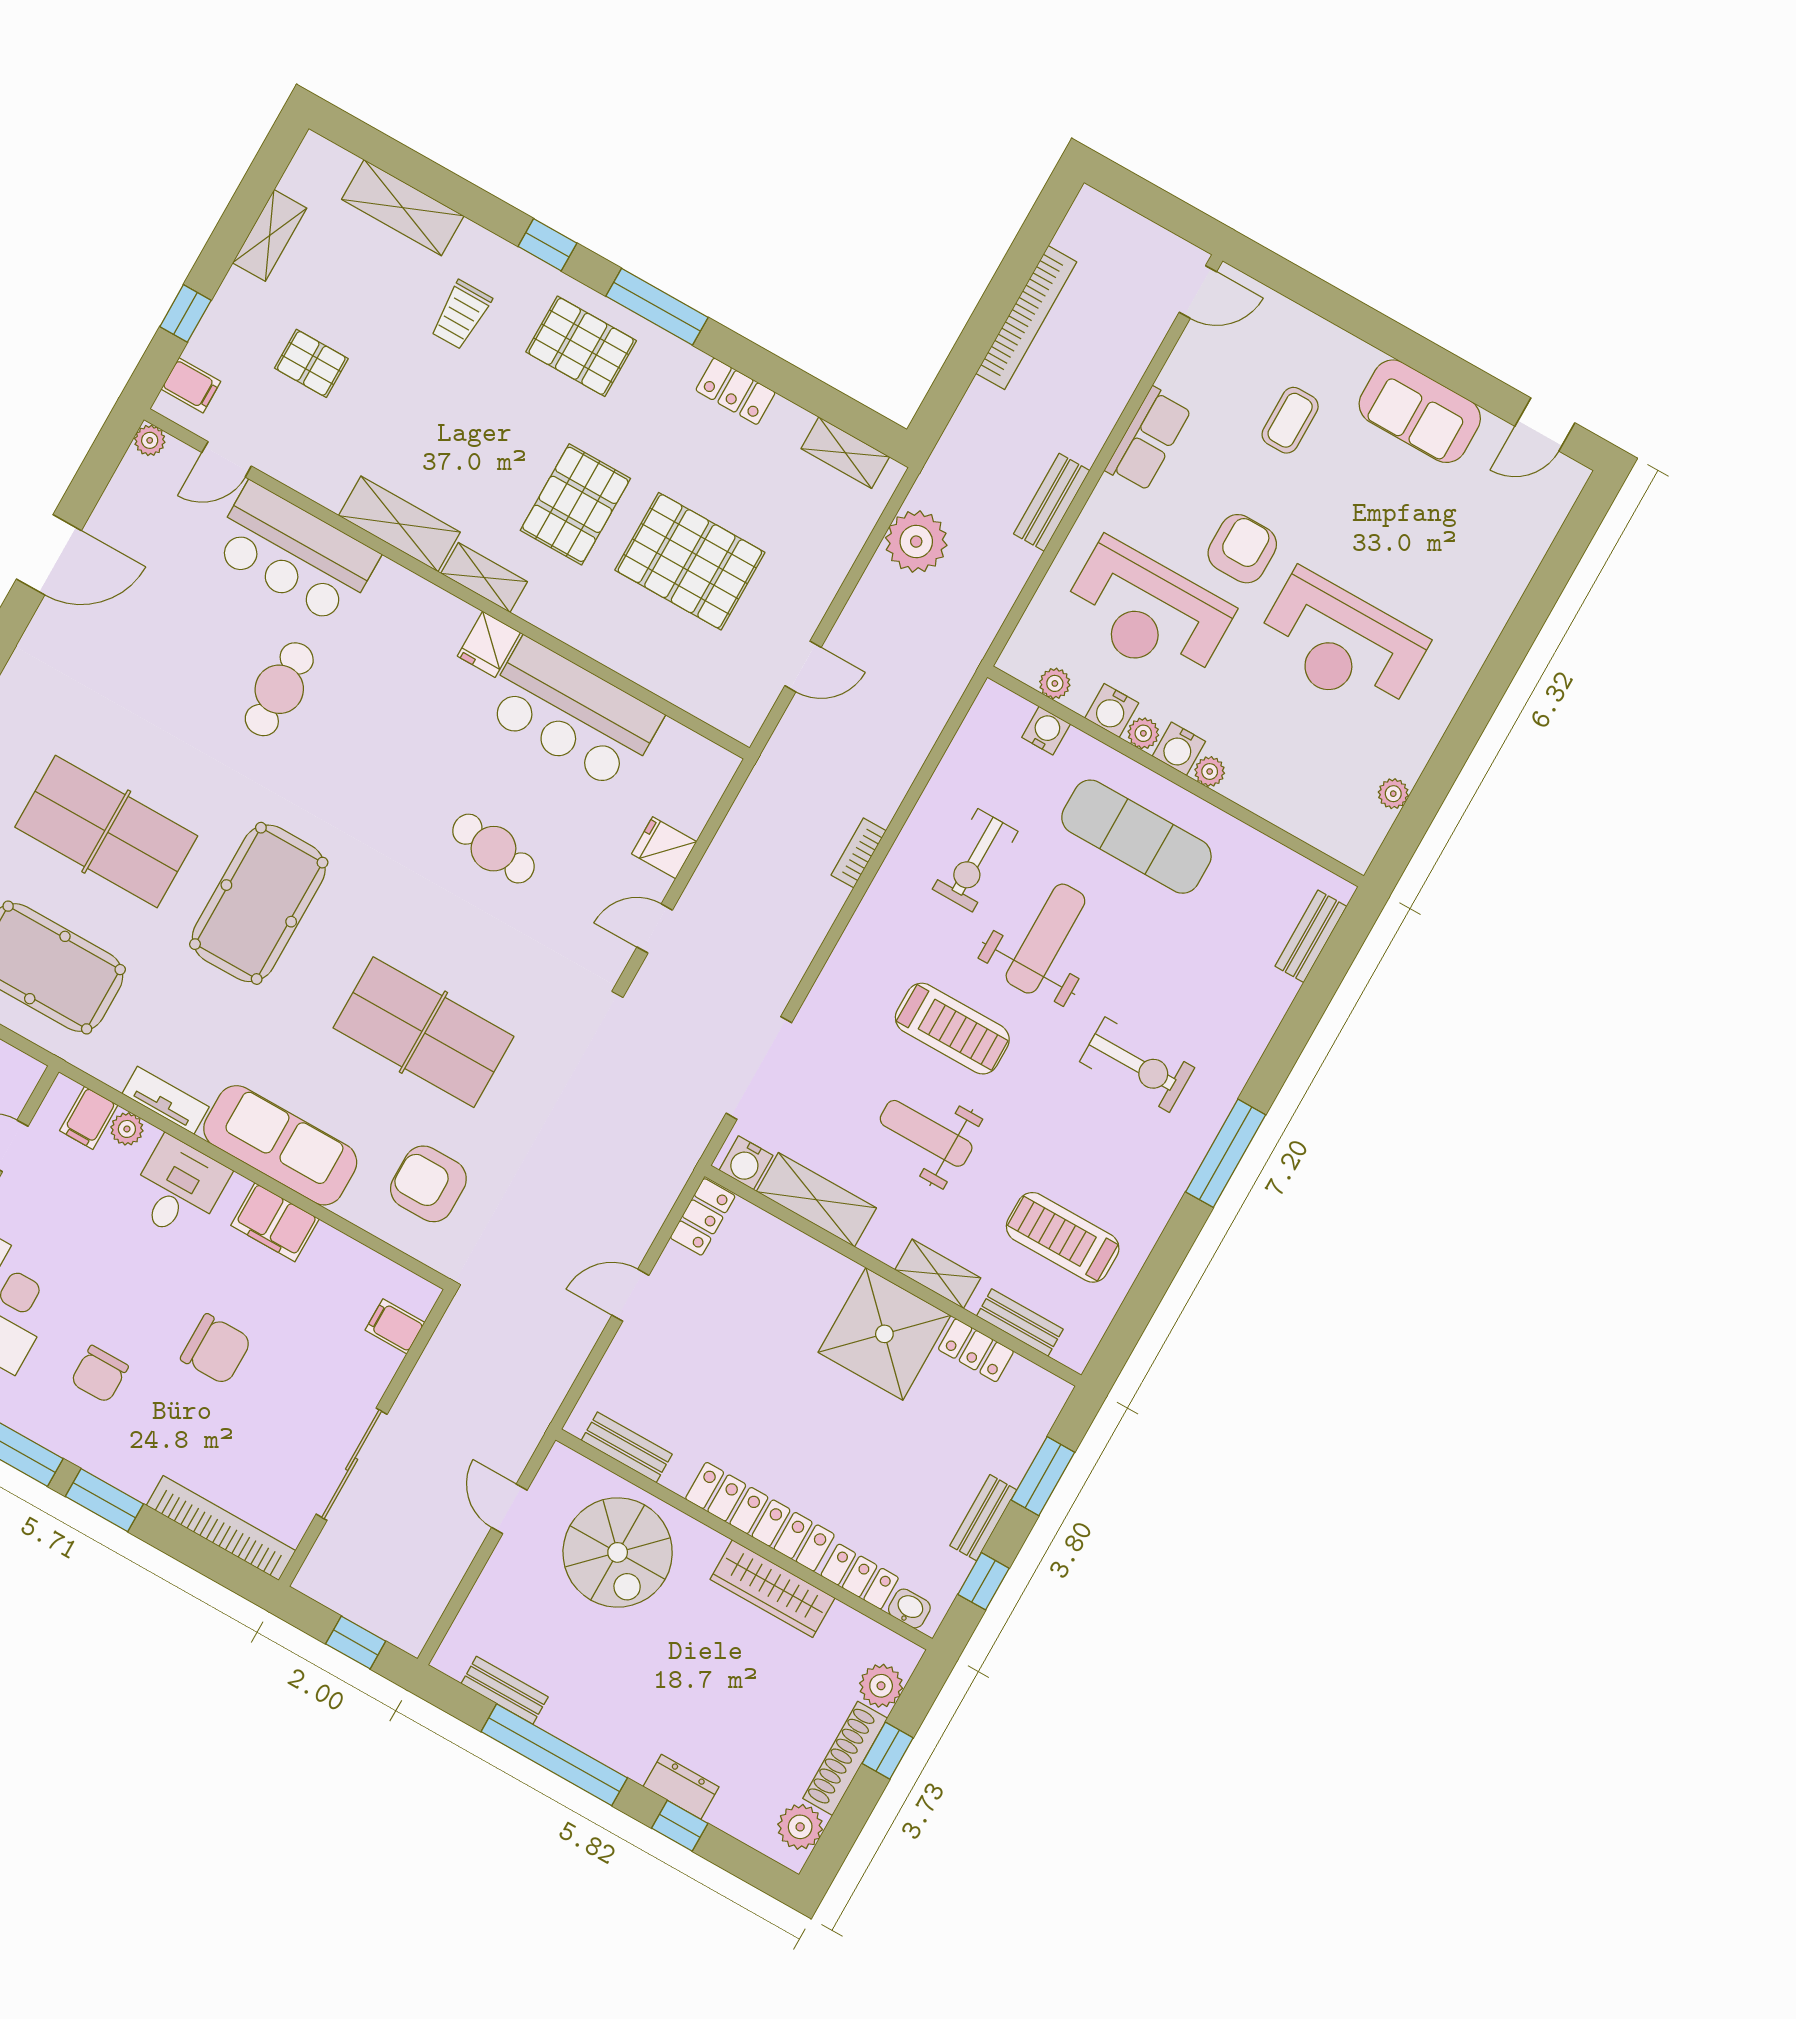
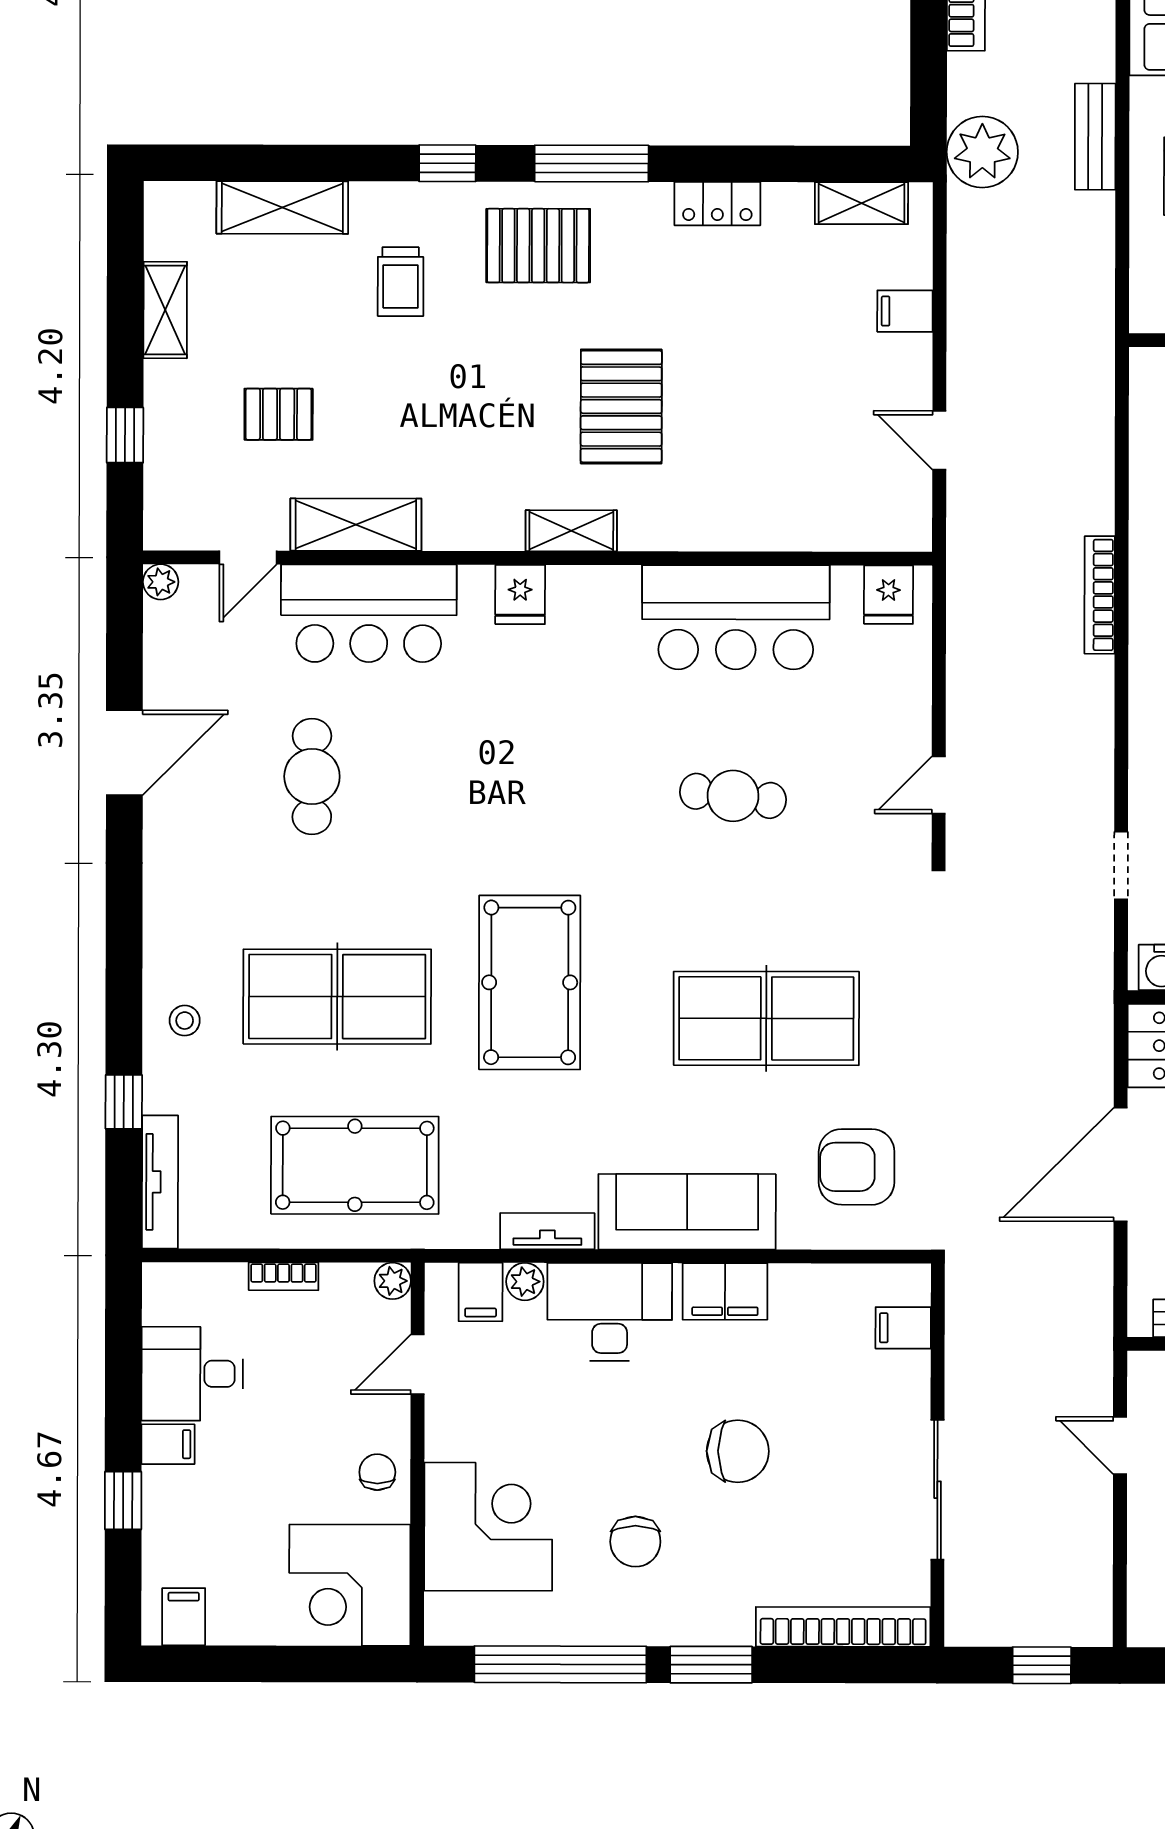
filing cabinet: (191, 385) -> (905, 311), moved, turned 180
shelving: (399, 524) -> (356, 525), moved
plant: (916, 542) -> (982, 152), moved
pallet: (690, 561) -> (767, 399), removed
fridge: (489, 644) -> (520, 594), moved
door: (803, 666) -> (939, 440), swing flipped
cafe table: (279, 689) -> (312, 776), moved
fridge: (664, 848) -> (888, 595), moved, turned -90
bookcase: (859, 853) -> (1100, 595), width x1.56
doorway: (759, 1068) -> (1121, 865), width x0.53
plant: (27, 1072) -> (393, 1281), added
desk: (178, 1188) -> (610, 1312), width x1.37
door: (630, 1295) -> (1121, 1164), width x1.87

